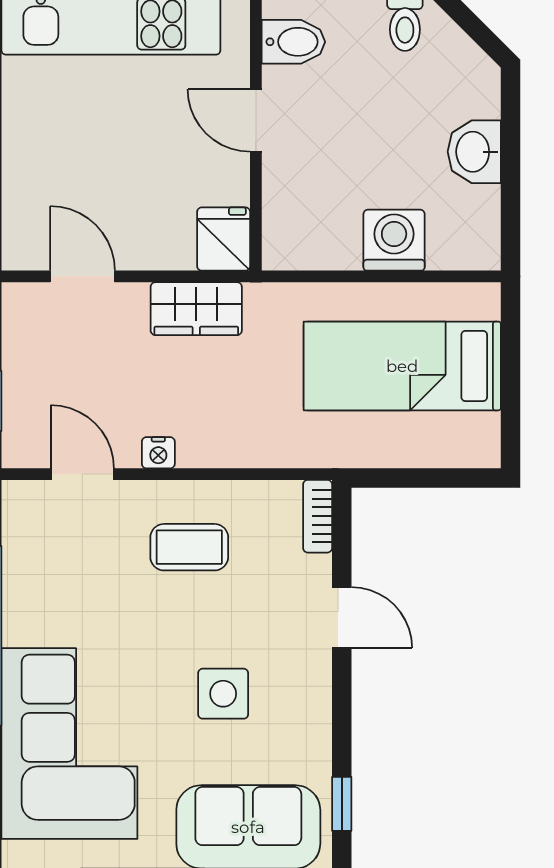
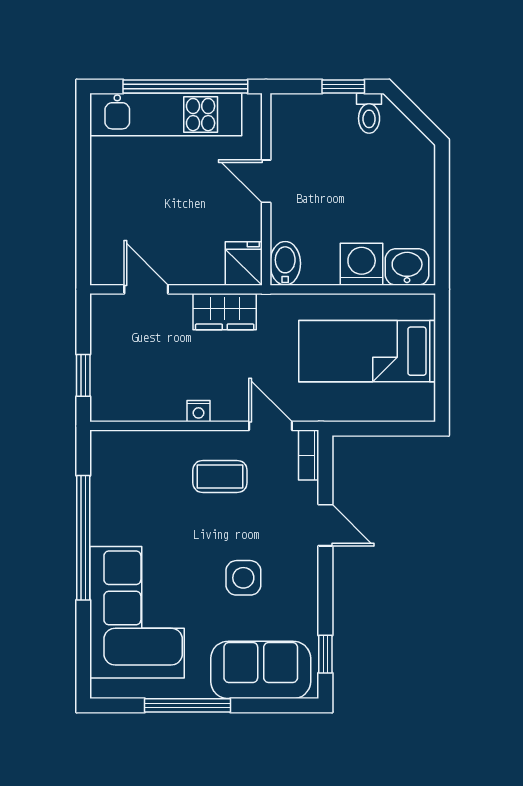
bidet: (293, 42) -> (285, 263), moved, turned -90
washbasin: (474, 152) -> (407, 267), moved, turned 90
door: (82, 474) -> (270, 426), moved

